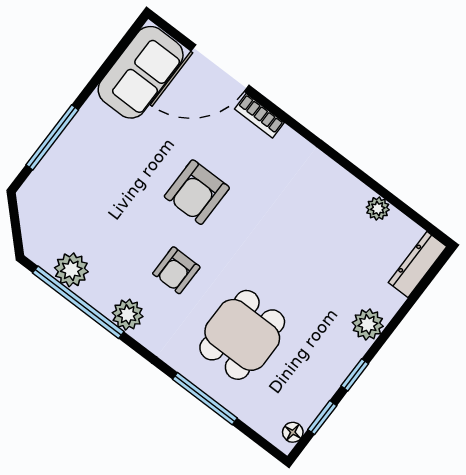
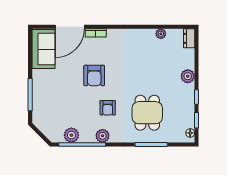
dresser: (417, 264) -> (189, 38), width x0.70

